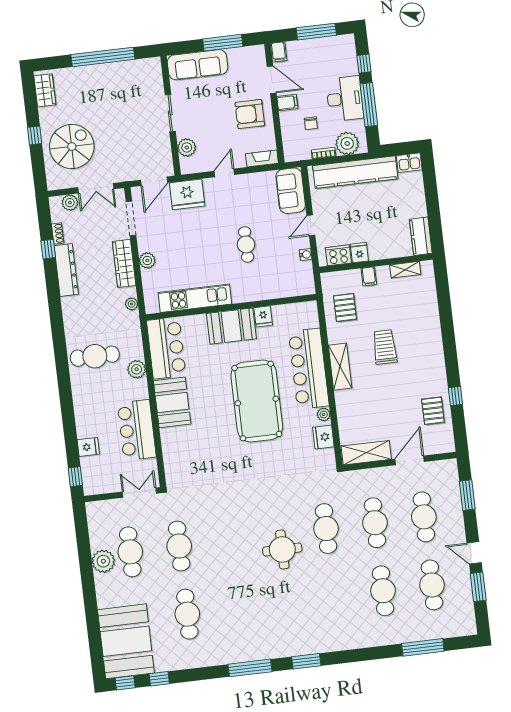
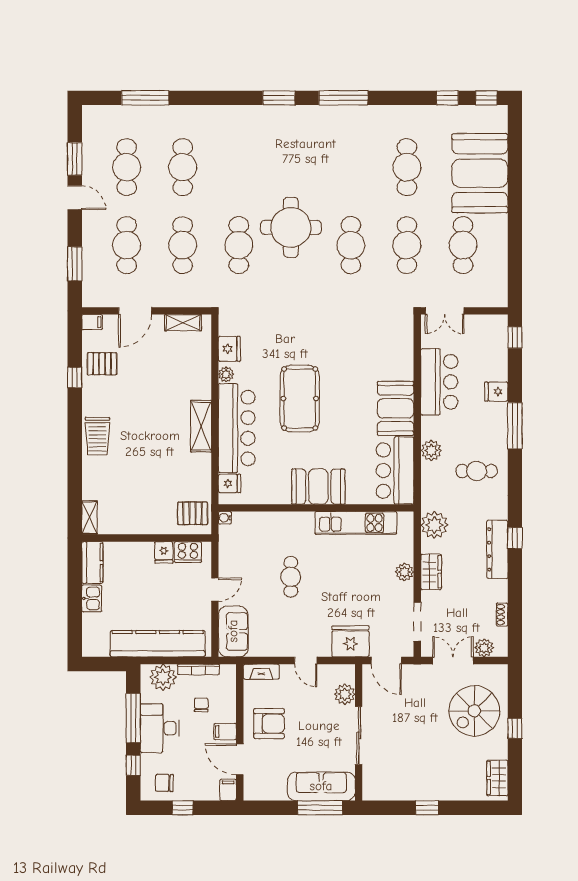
window: (316, 32) -> (183, 808), width x0.46
window: (223, 43) -> (320, 808), moved
chair: (335, 51) -> (164, 783), added
window: (103, 57) -> (427, 808), width x0.32
sliding door: (170, 113) -> (359, 736), width x1.37
bookcase: (324, 153) -> (198, 669), width x1.56
kitchen sink: (409, 163) -> (92, 598), moved, turned 90
door: (224, 173) -> (306, 661), hinge flipped
door: (154, 181) -> (386, 661), swing flipped
window: (48, 249) -> (515, 538), moved
water cooler: (306, 255) -> (225, 518), moved
wardrobe: (124, 263) -> (431, 572), width x0.67
dresser: (66, 270) -> (497, 549), moved
shelving: (405, 270) -> (89, 518), moved, turned 90
filing cabinet: (369, 276) -> (92, 322), moved, turned 90
plant: (132, 304) -> (434, 525), width x1.87, depth x1.87
pallet: (345, 308) -> (193, 513), moved, turned 90
fridge: (263, 316) -> (230, 483), moved, turned 90
trolley: (385, 347) -> (97, 436), moved
cafe table: (95, 356) -> (477, 471), width x0.73, depth x0.74
window: (66, 400) -> (515, 426), added
pool table: (257, 401) -> (300, 399), width x0.73, depth x0.76
pallet: (433, 411) -> (102, 364), turned 90
fridge: (88, 447) -> (496, 392), moved
shelving: (366, 453) -> (183, 323), width x0.67, depth x0.75
cafe table: (228, 540) -> (351, 245), added
round table: (282, 549) -> (291, 227), width x1.36, depth x1.36
plant: (103, 561) -> (495, 238), removed
booth: (126, 641) -> (480, 173), moved

